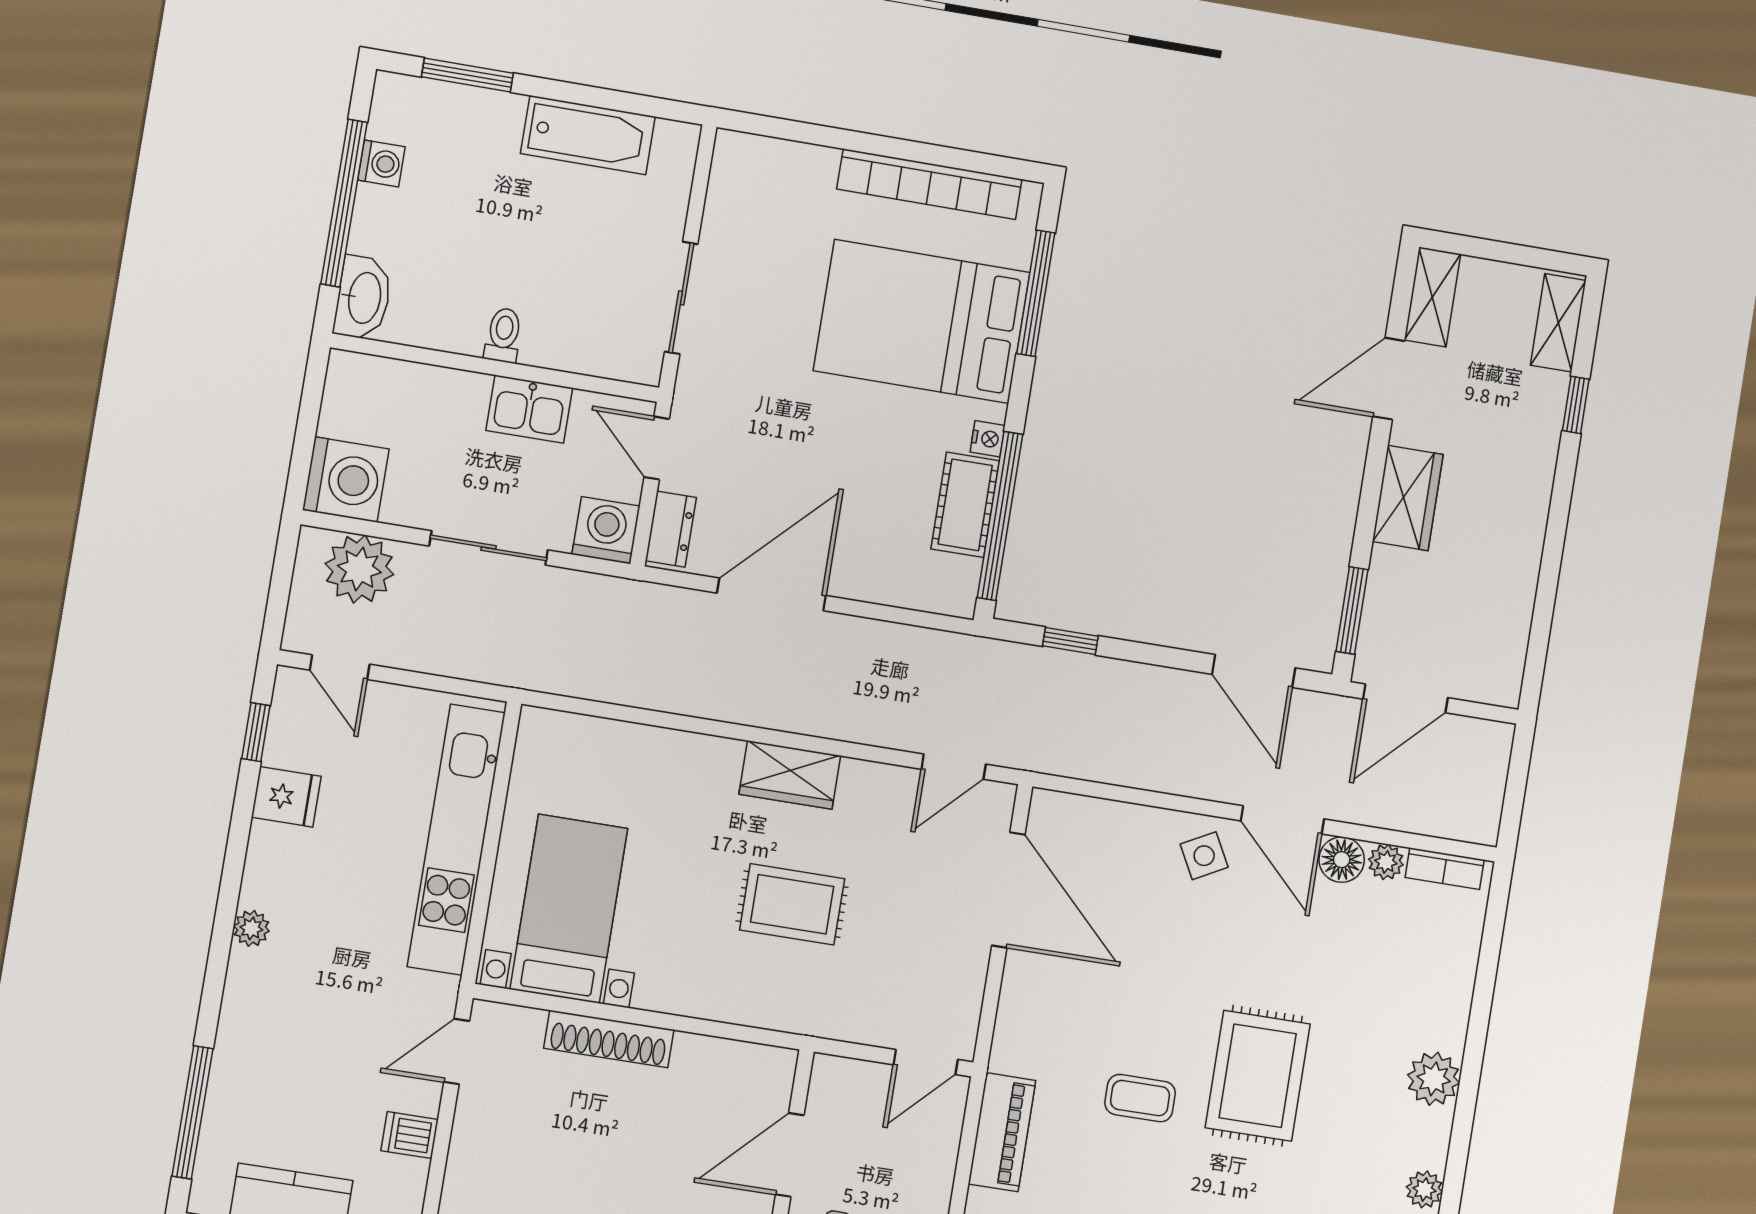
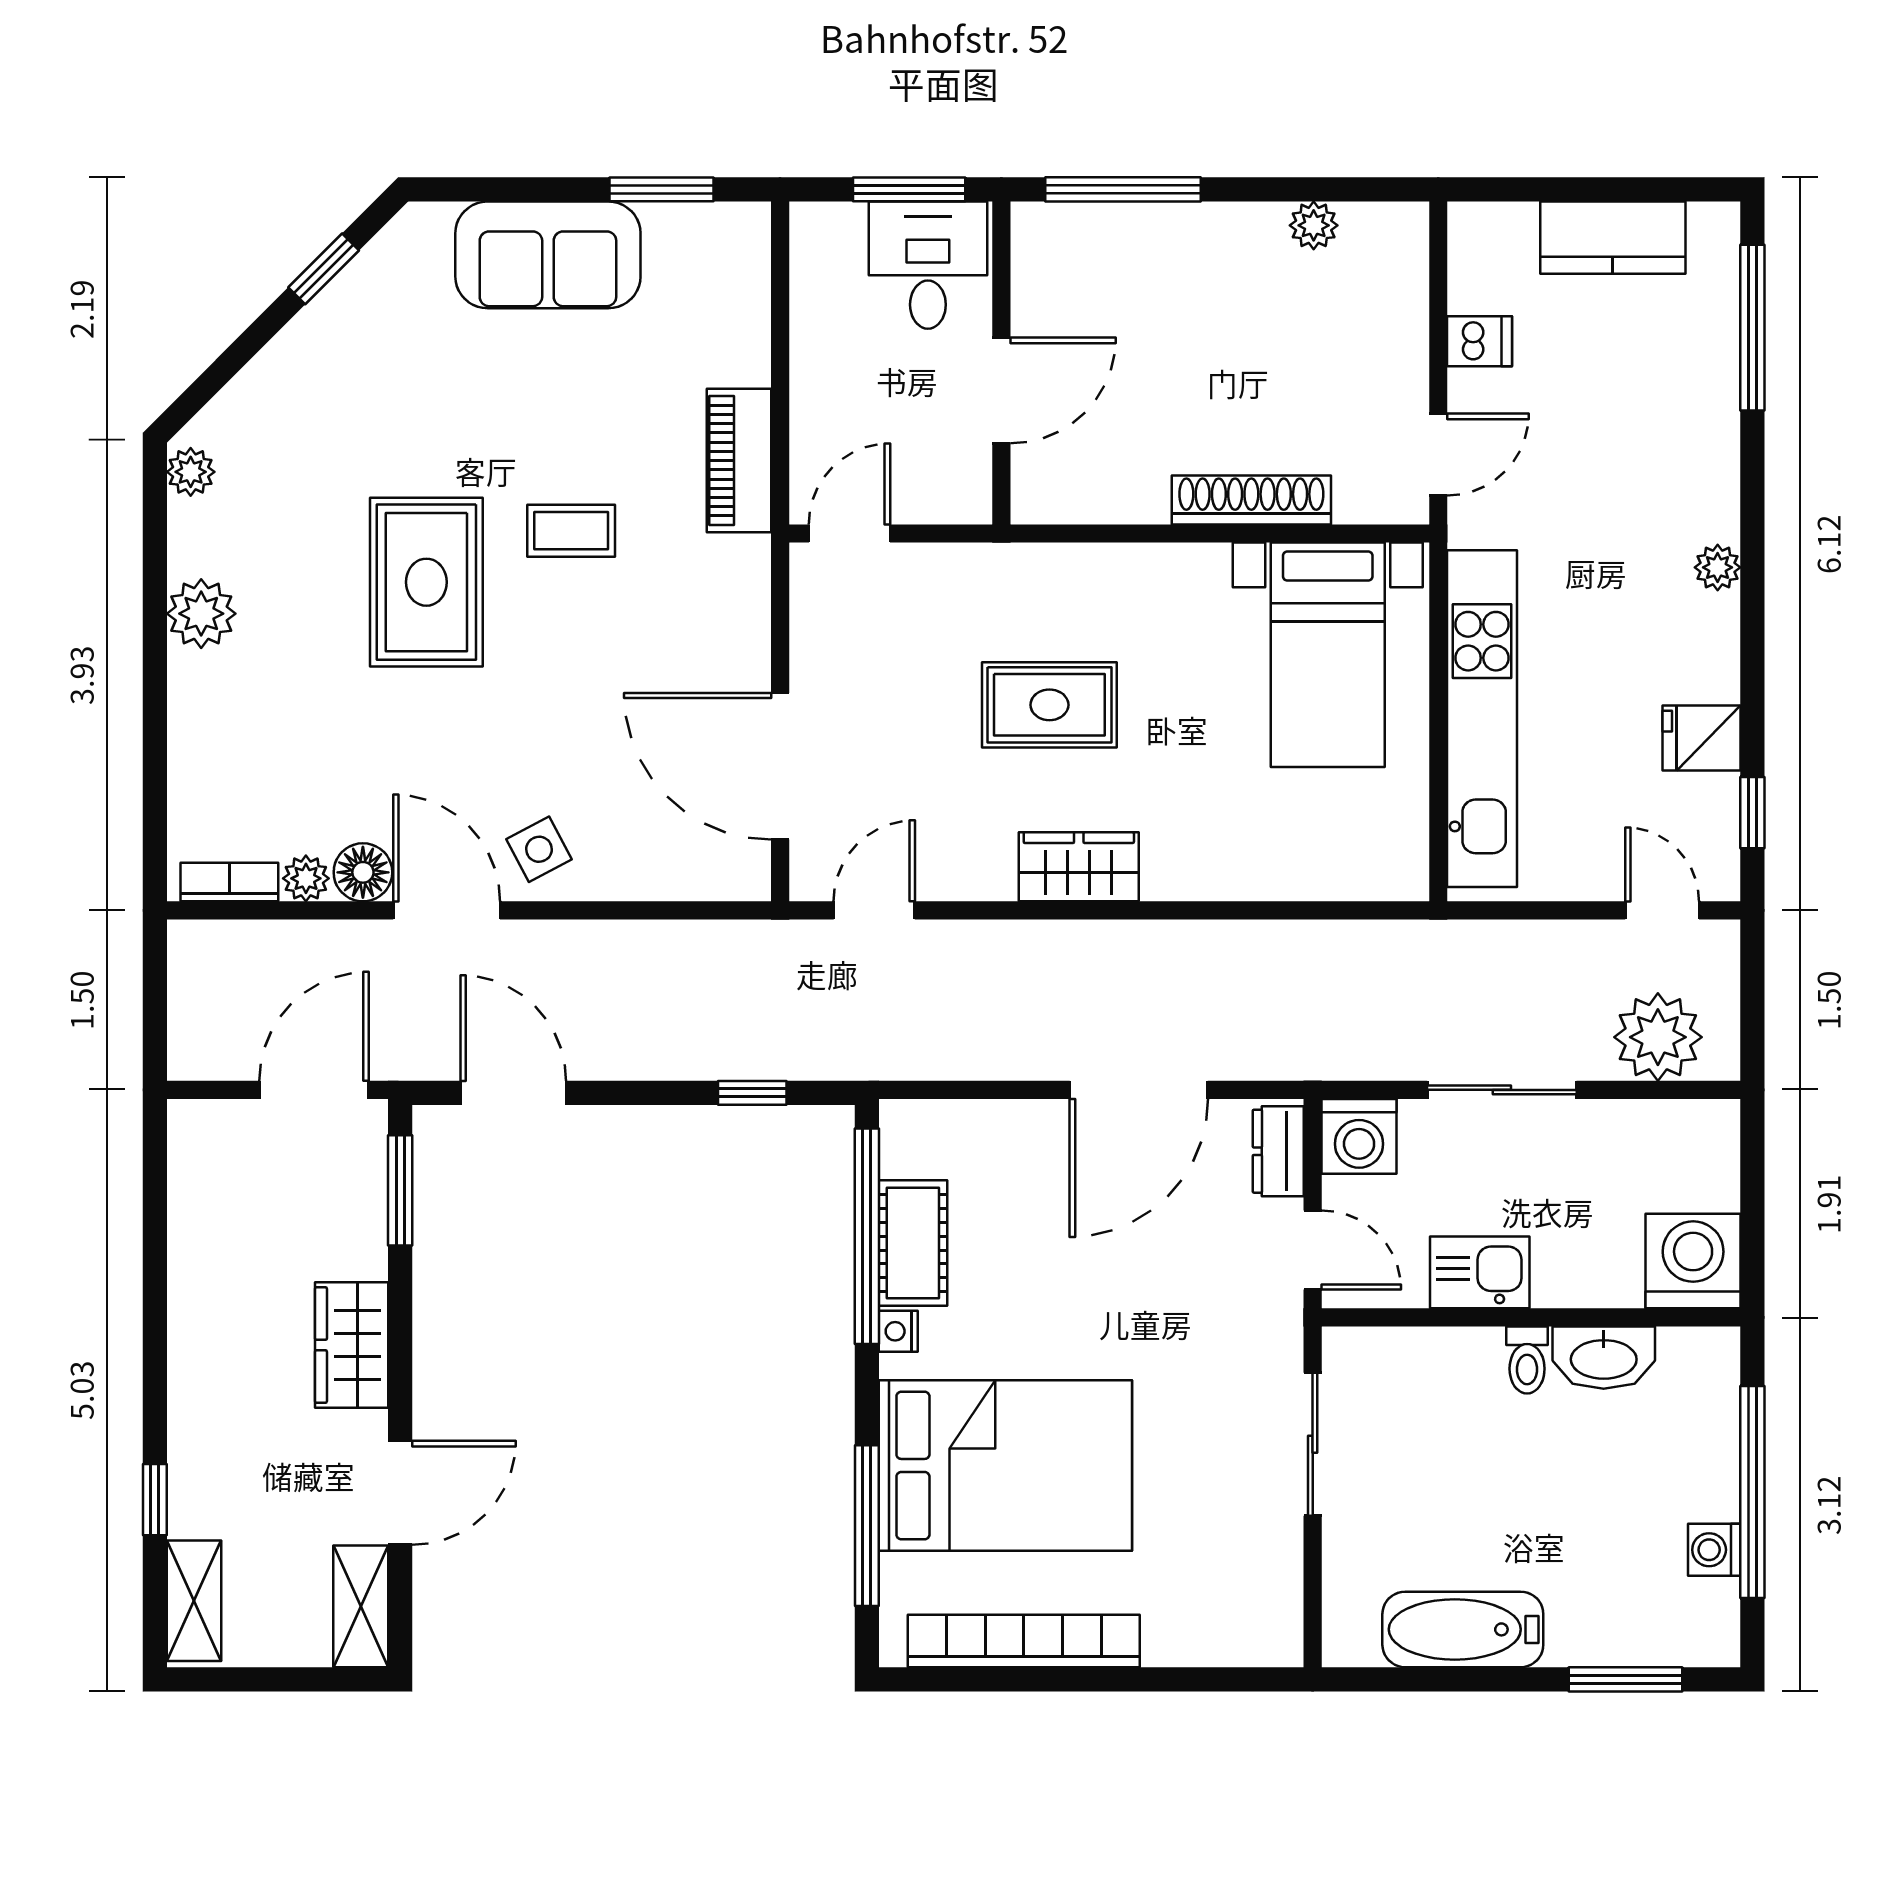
washbasin: (363, 298) -> (1604, 1358), moved, turned -90
washing machine: (346, 479) -> (1693, 1261), moved, turned 90

